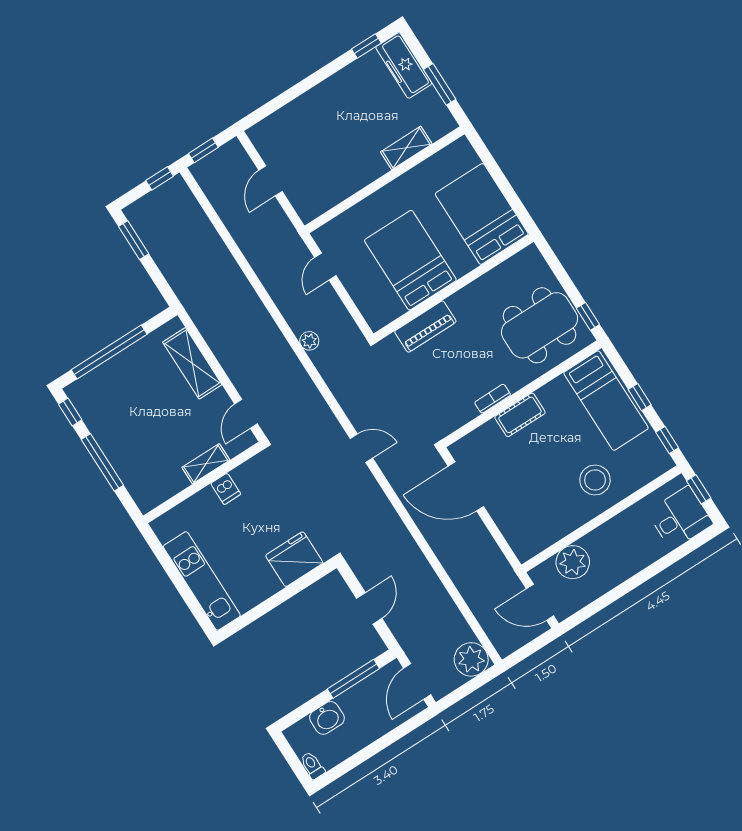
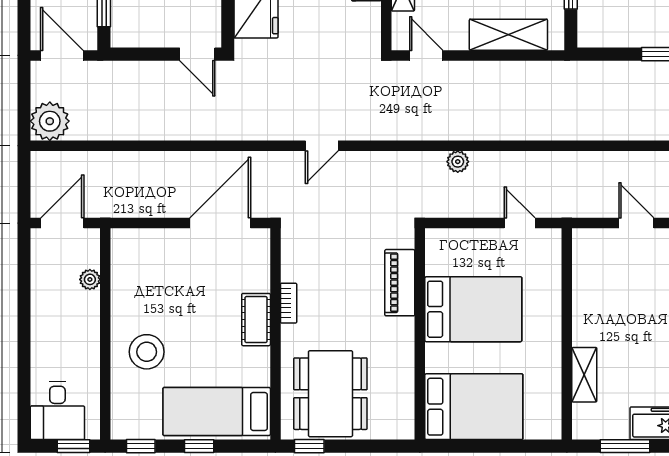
plant: (573, 562) -> (90, 279), width x0.53, depth x0.53
door: (369, 608) -> (197, 54), moved

